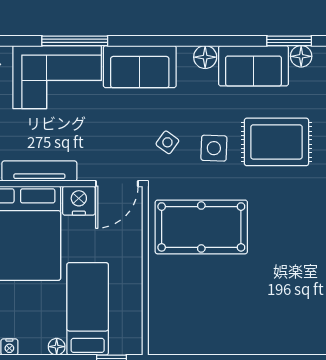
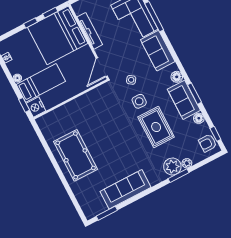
window: (289, 41) -> (194, 94), moved
door: (117, 184) -> (102, 67), hinge flipped
nightstand: (79, 201) -> (36, 107), moved, turned 180
pool table: (201, 227) -> (76, 155), moved

